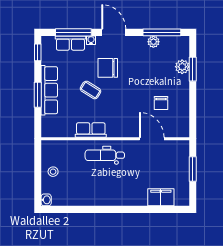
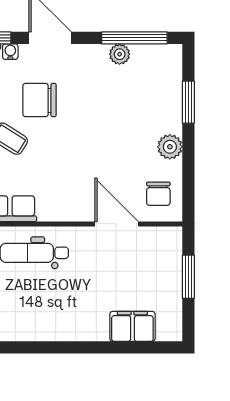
plant: (182, 67) -> (170, 147), moved
chair: (161, 103) -> (158, 194), moved

